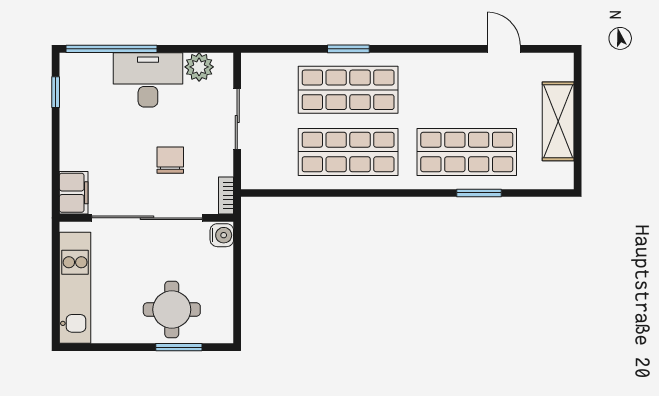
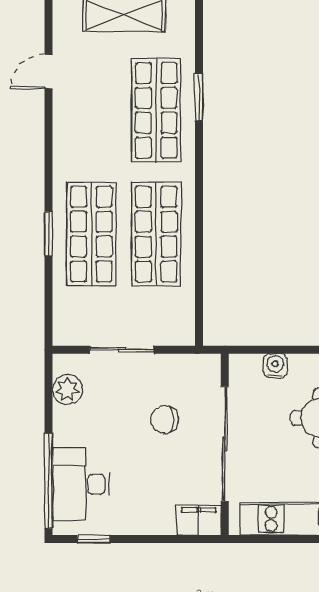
desk: (148, 80) -> (81, 484), moved
bookcase: (226, 195) -> (202, 361), removed
water cooler: (222, 235) -> (275, 366), moved

